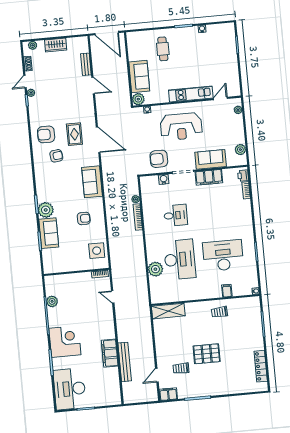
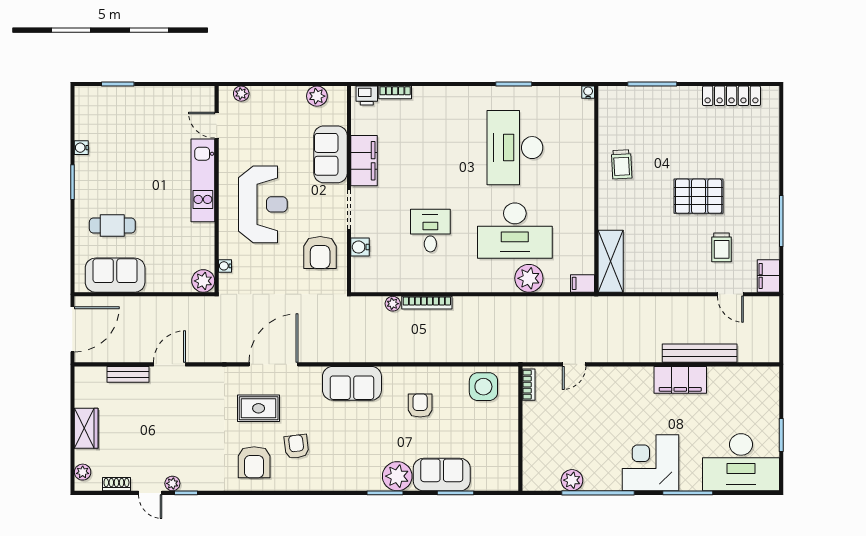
sofa: (139, 77) -> (115, 275), moved
desk: (180, 259) -> (515, 231), turned 180
filing cabinet: (227, 291) -> (582, 283), moved
pallet: (207, 354) -> (699, 196), turned 90

